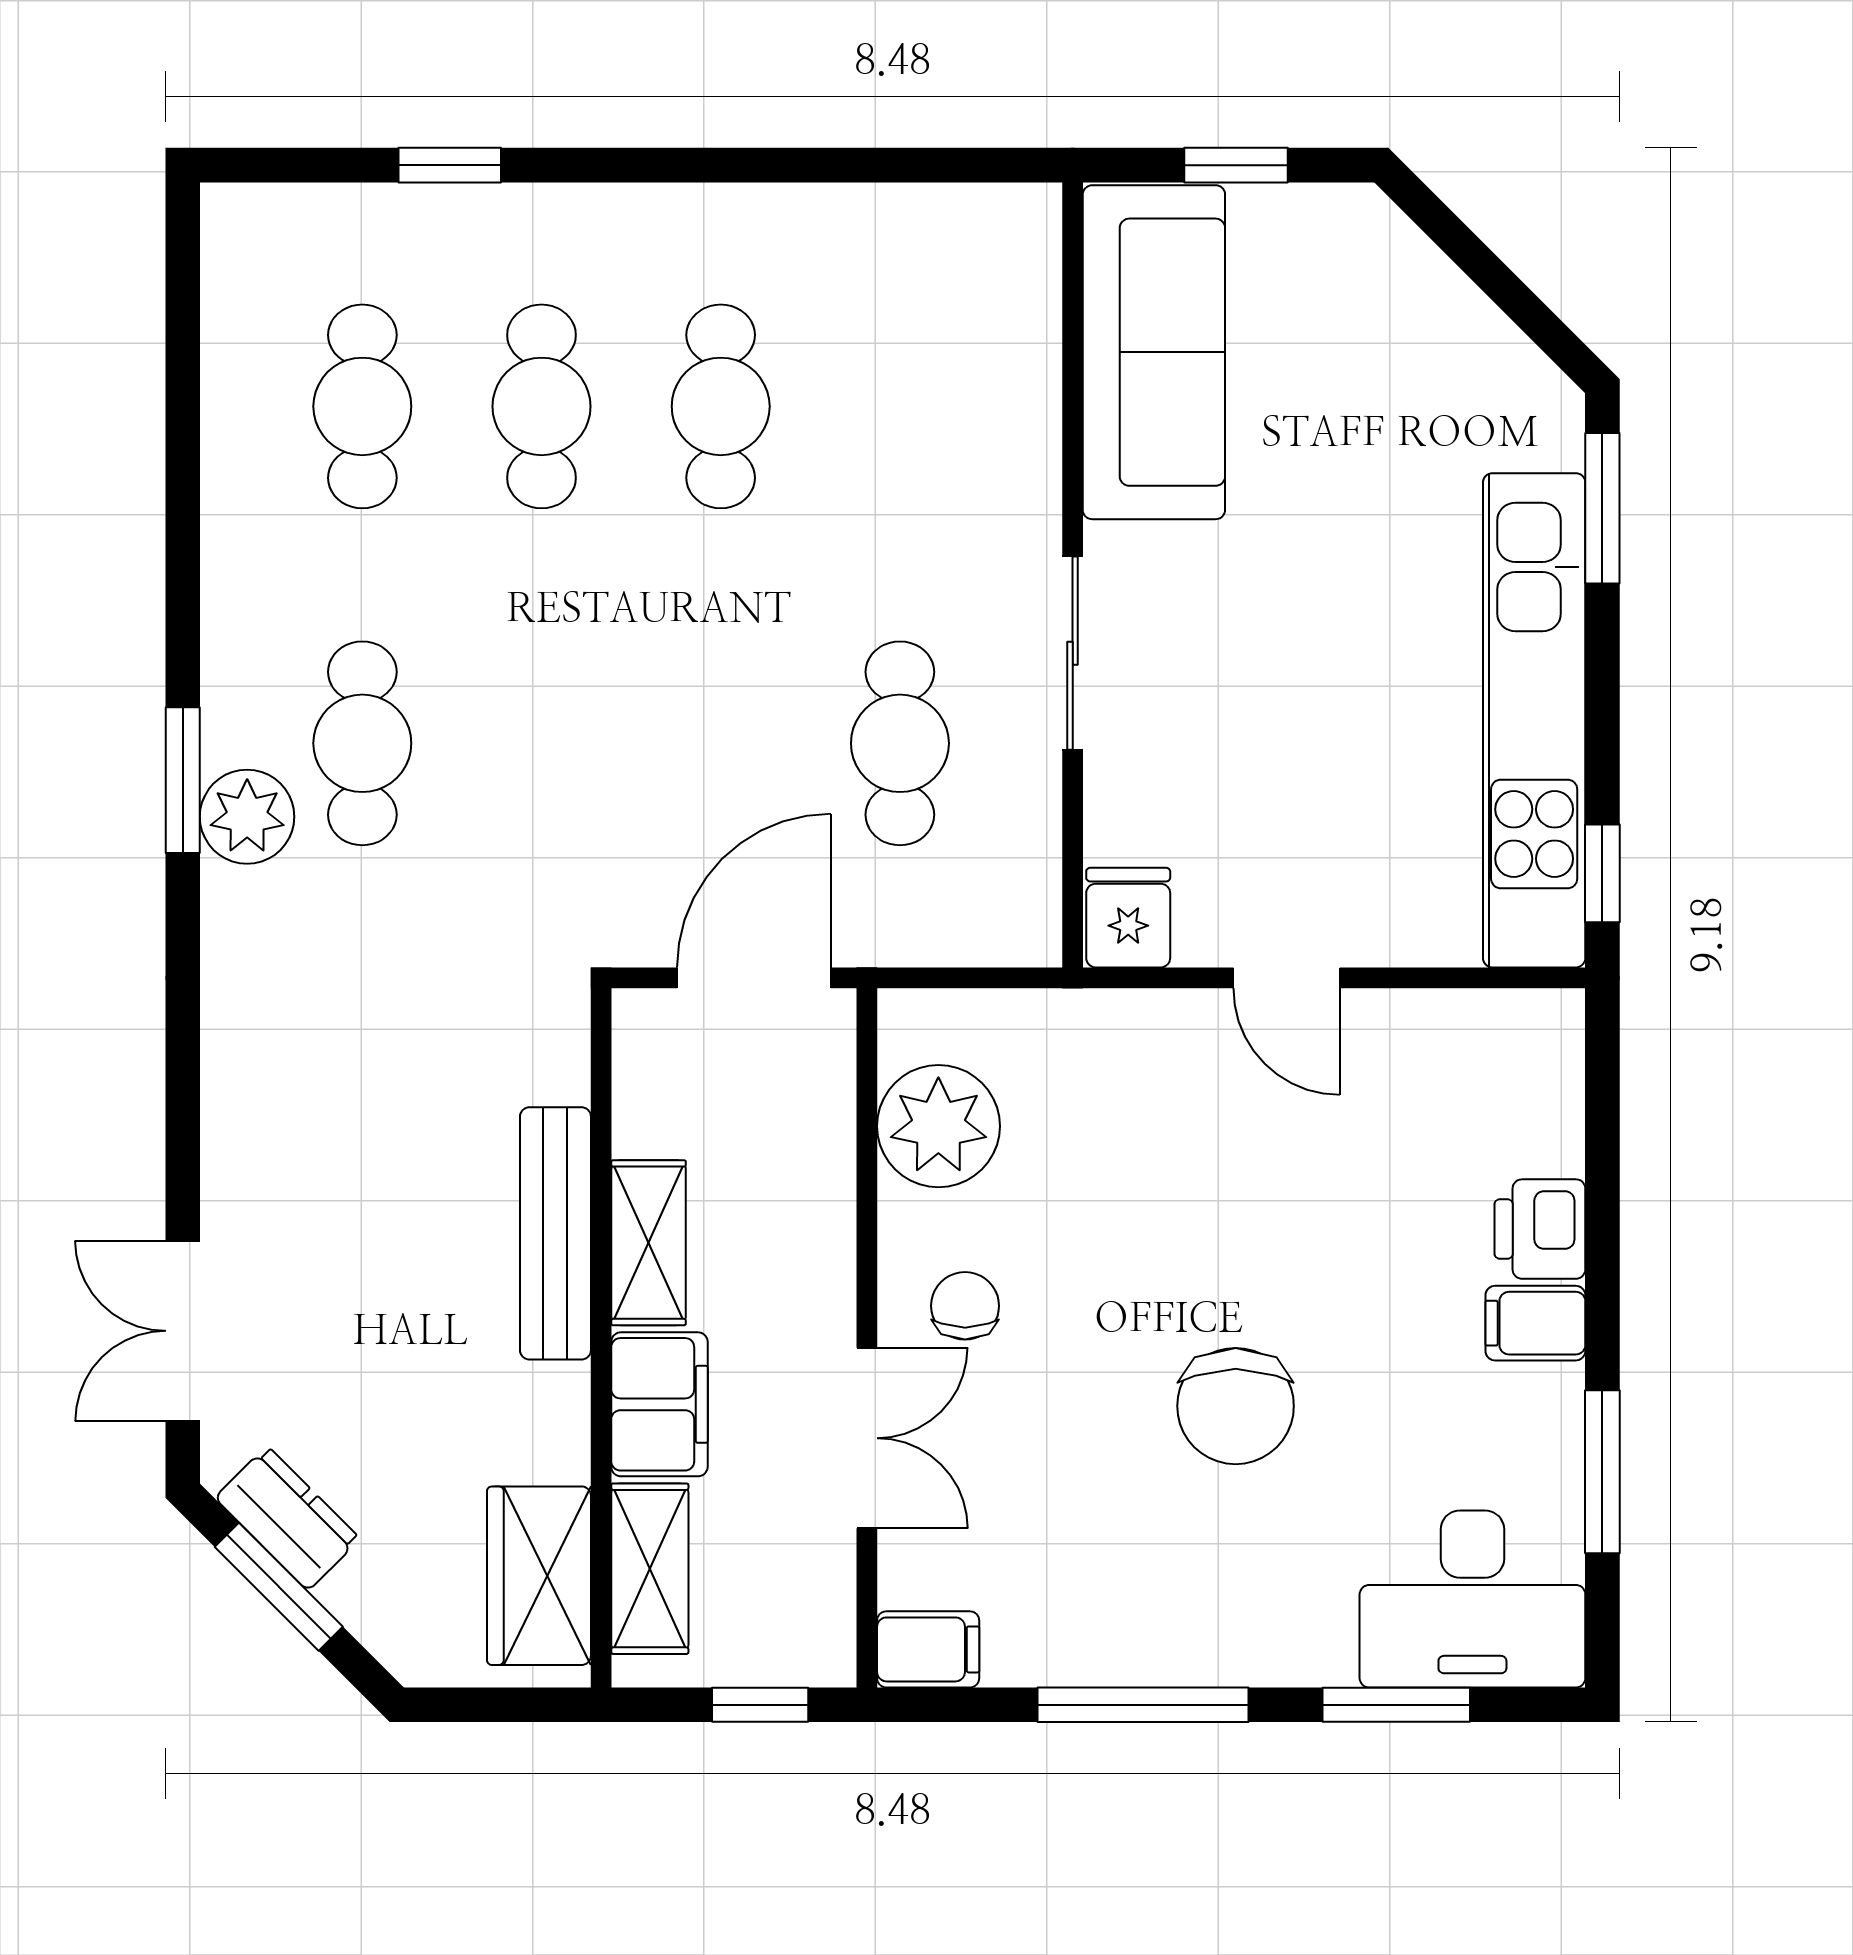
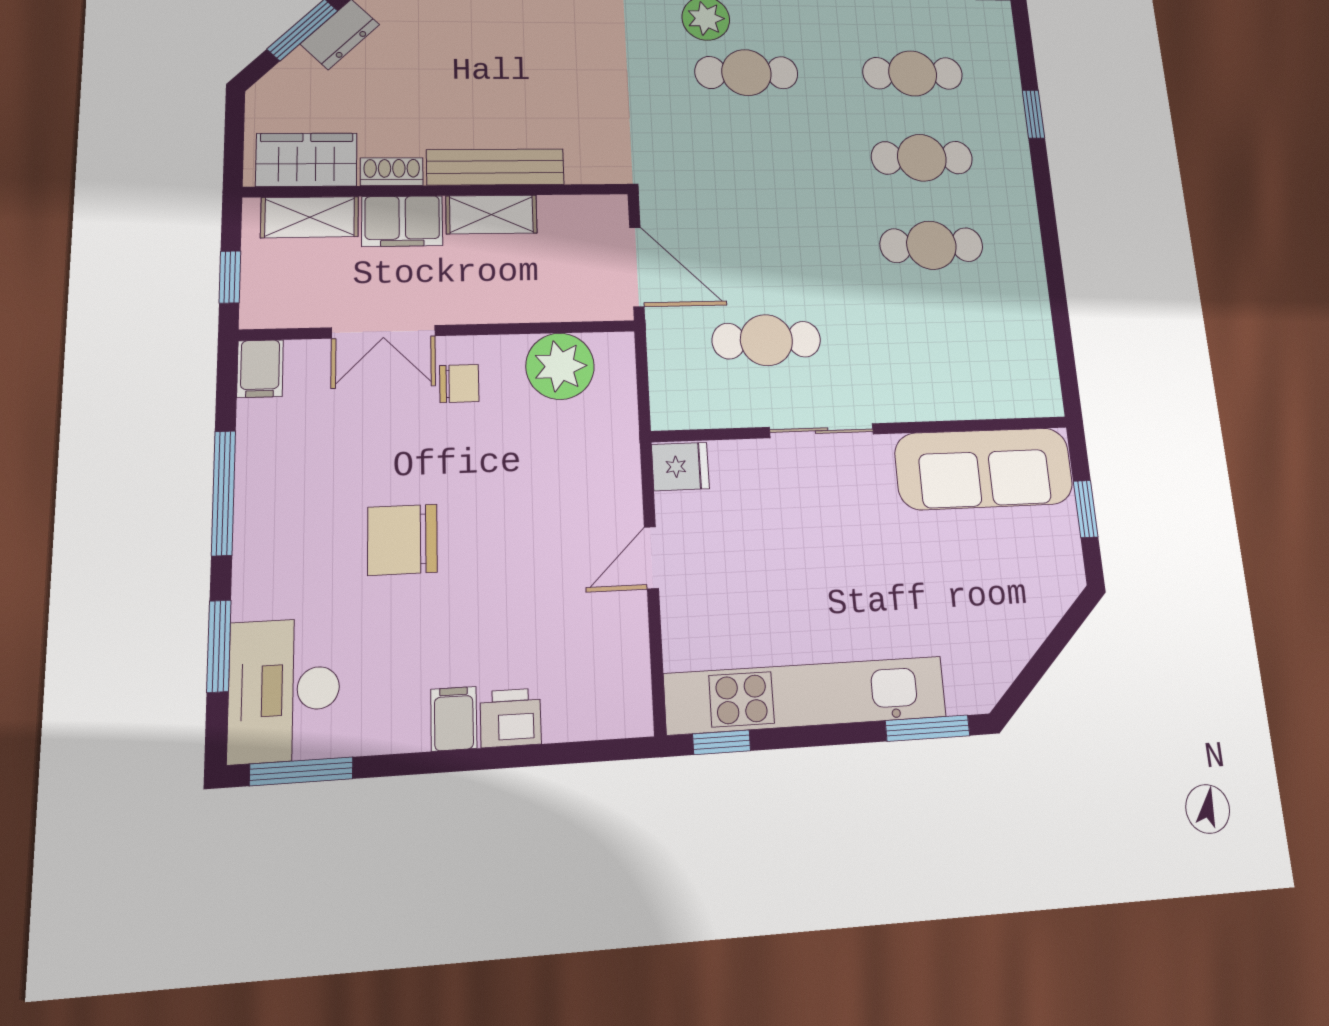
shoe rack: (563, 1423) -> (392, 172), added
window: (1602, 1472) -> (301, 771), moved

